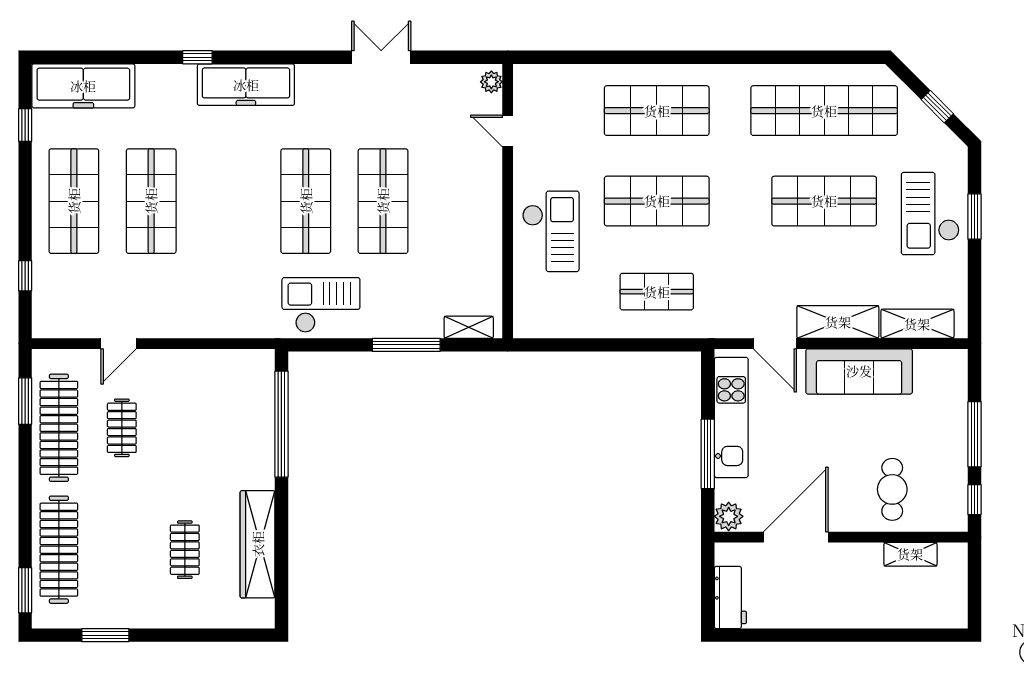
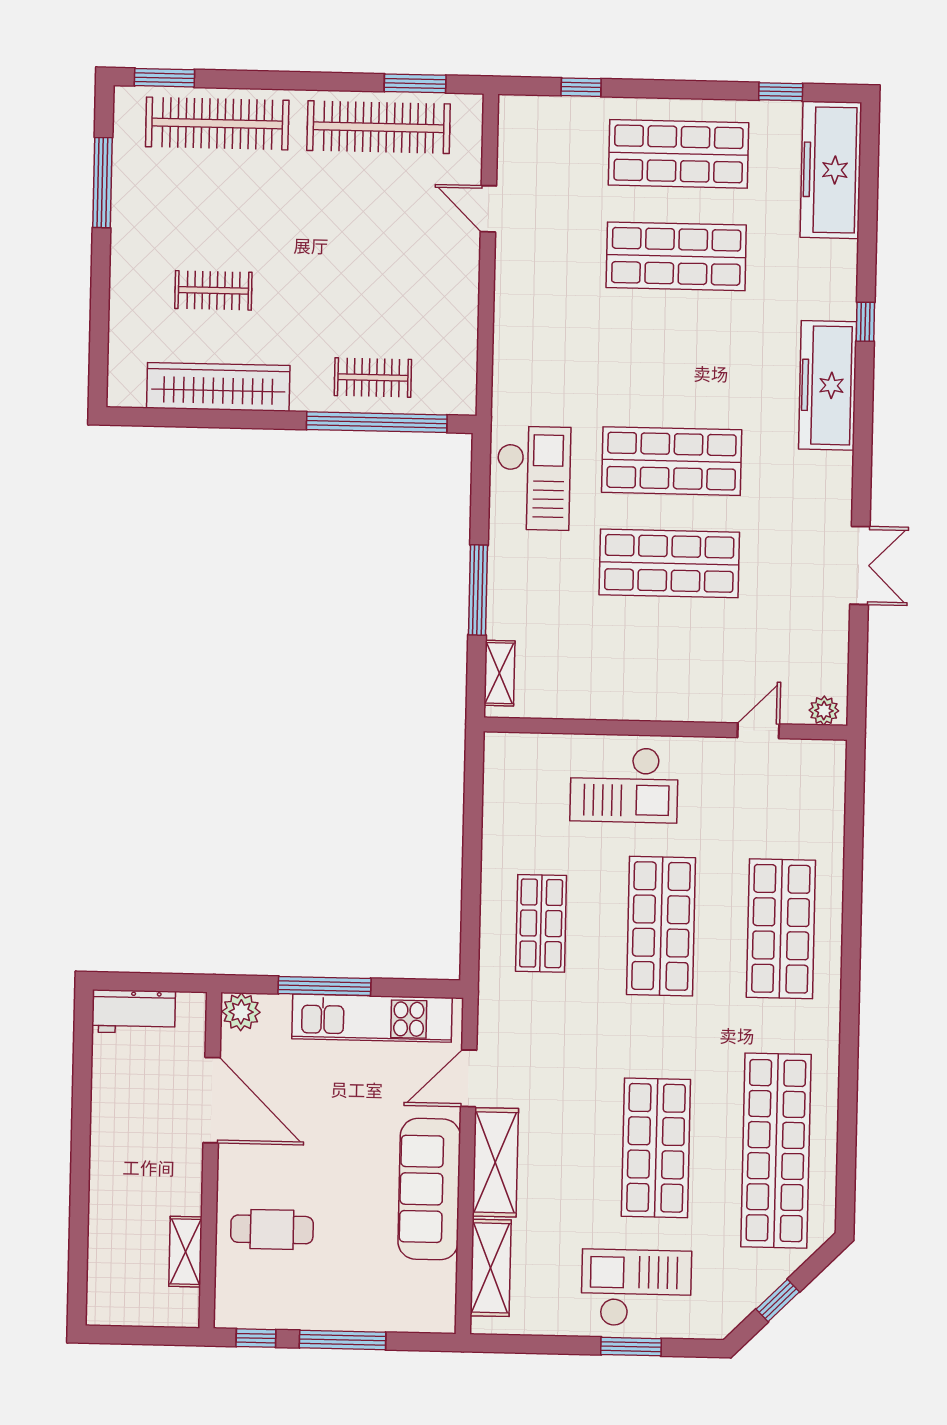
clothes rail: (122, 428) -> (373, 378), moved
window: (105, 635) -> (102, 183), width x1.44

